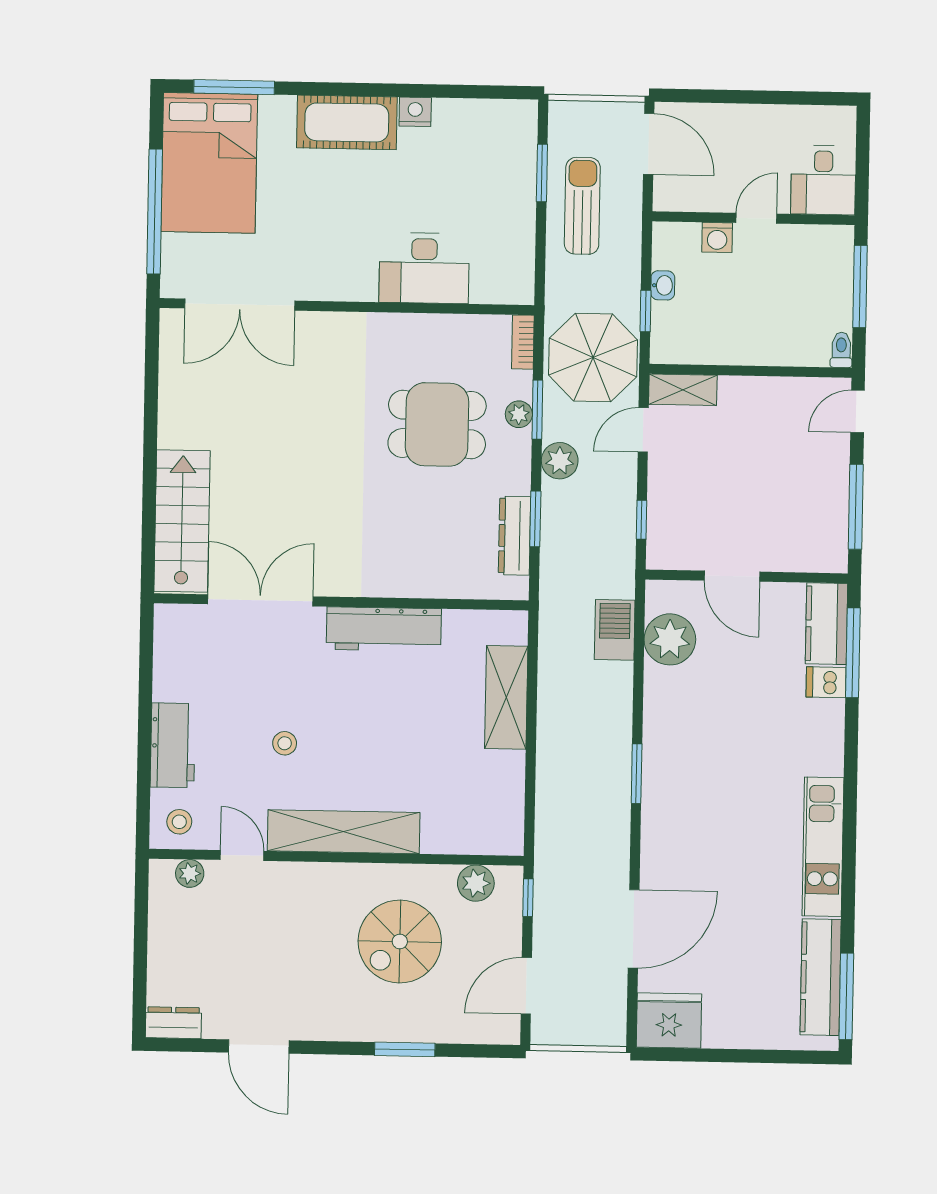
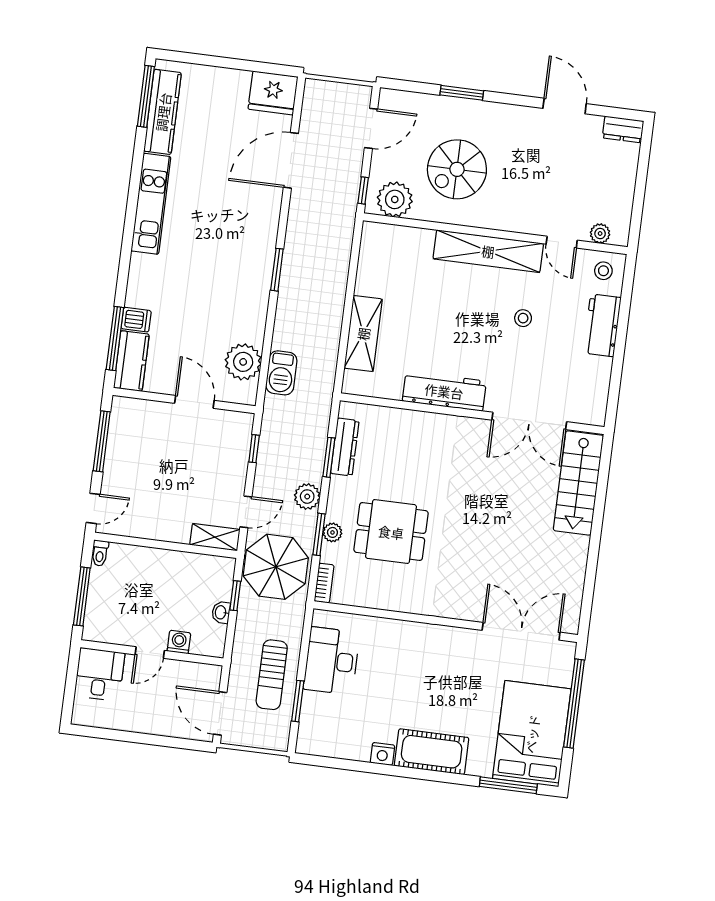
desk: (424, 268) -> (331, 661), moved, turned -90
plant: (476, 883) -> (395, 199), width x1.36, depth x1.36
spiral stairs: (400, 942) -> (457, 169), turned 180

